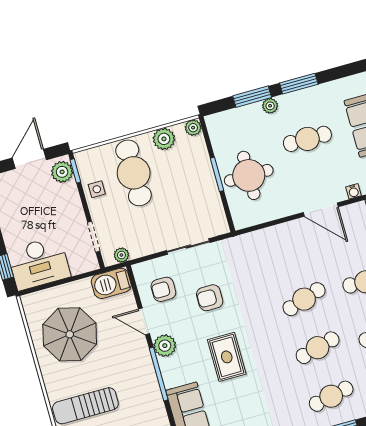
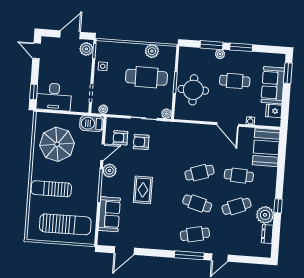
plant: (193, 128) -> (166, 114), moved
cafe table: (134, 173) -> (146, 77), moved, turned 90
armchair: (210, 298) -> (141, 142), moved
door: (144, 321) -> (103, 152), swing flipped
cafe table: (318, 348) -> (197, 203), turned 30

